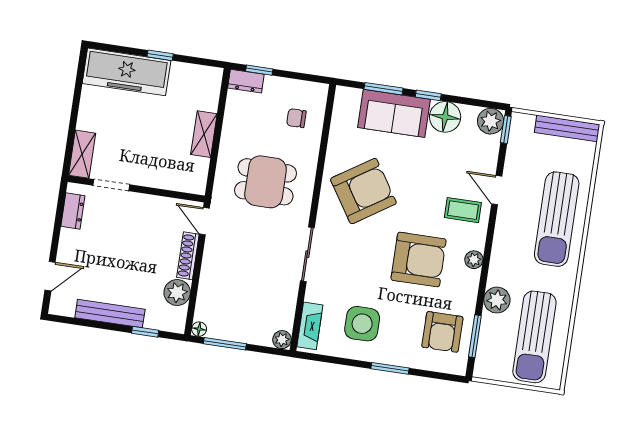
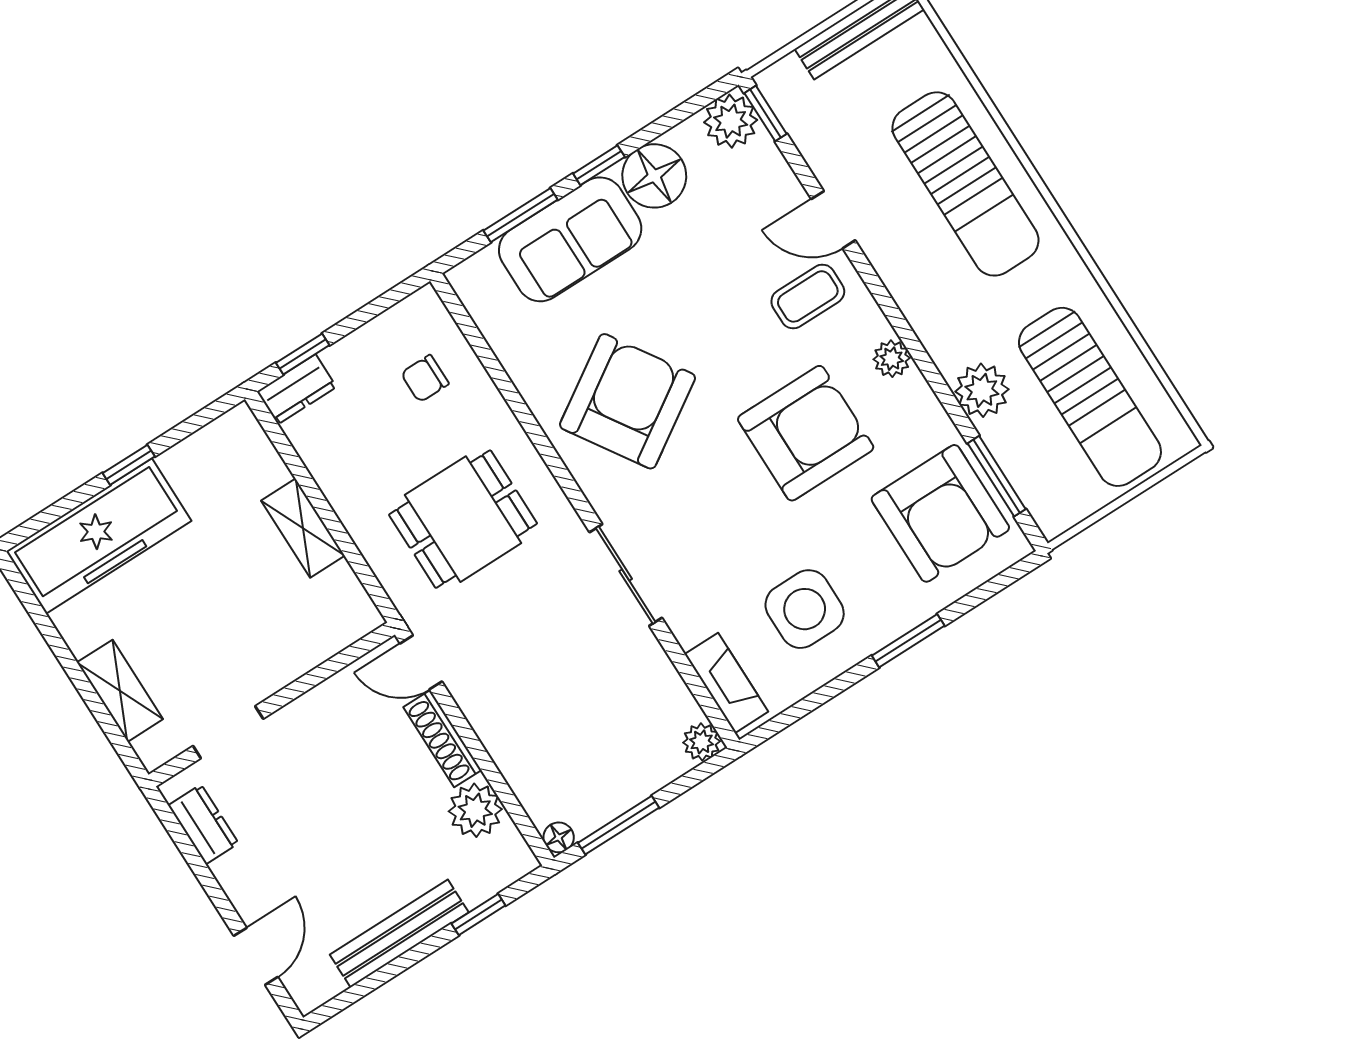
shelving: (82, 154) -> (120, 691), moved
armchair: (442, 332) -> (940, 513), width x1.36, depth x1.36

